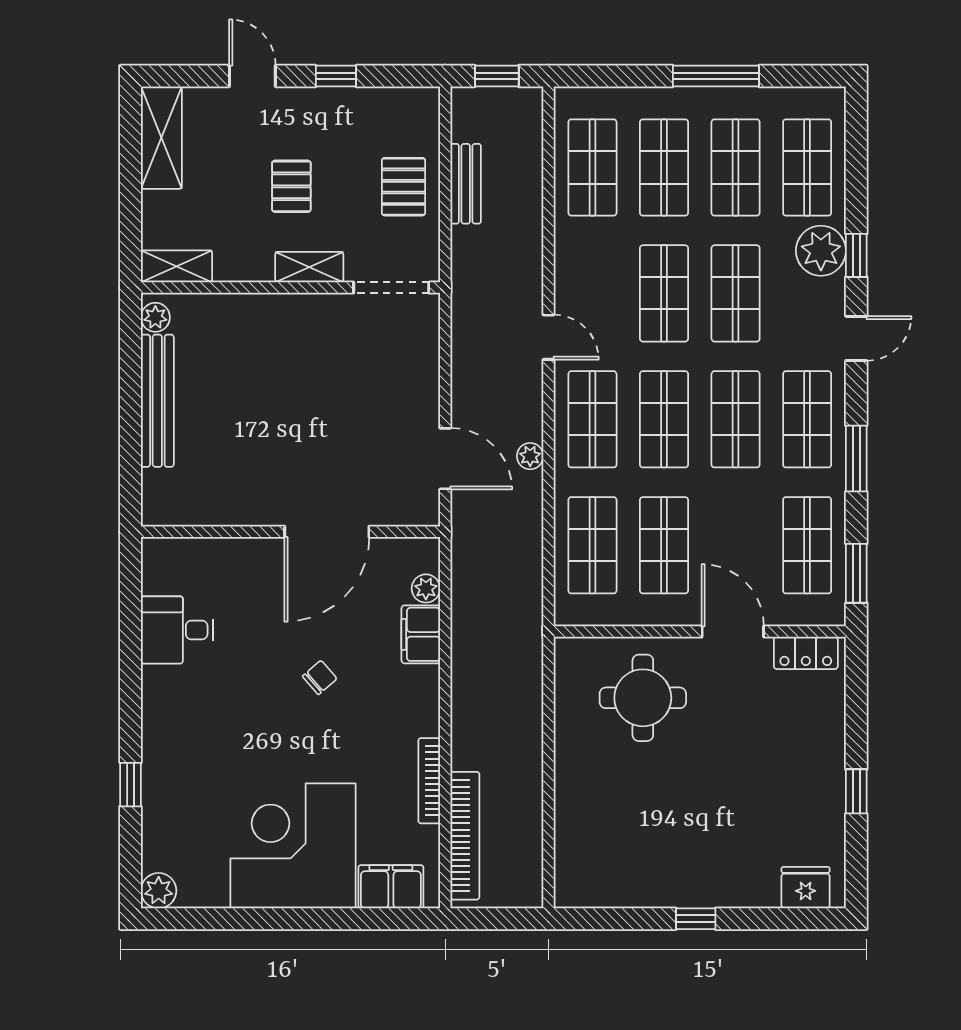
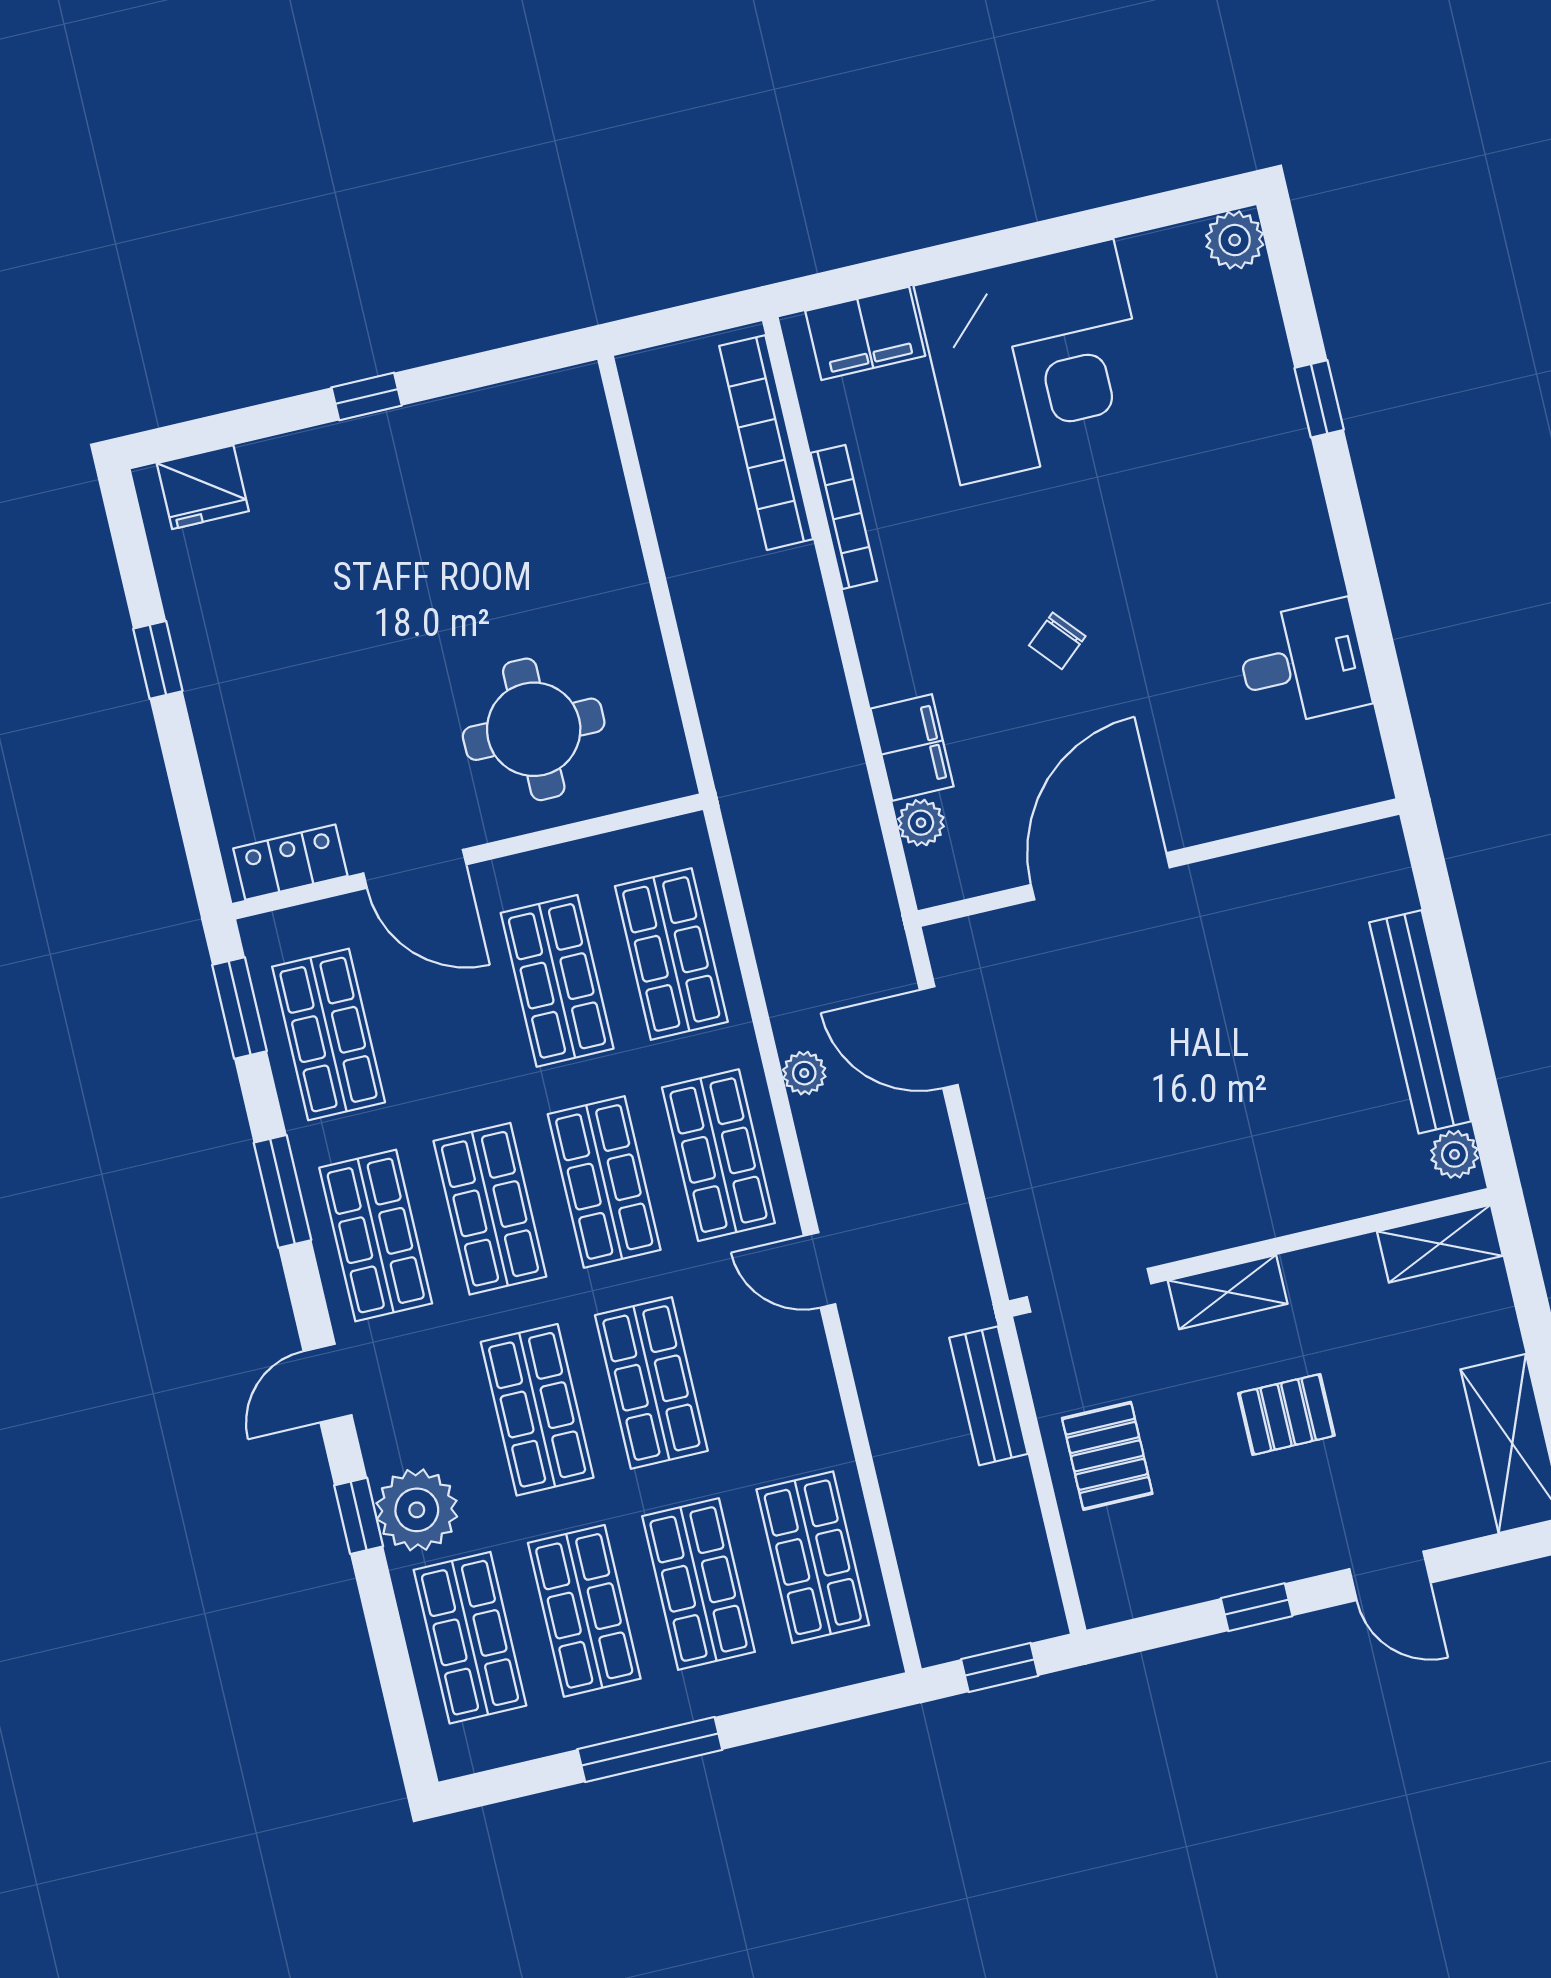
bench: (466, 184) -> (988, 1396), moved
pallet: (291, 186) -> (1286, 1414), turned 90

